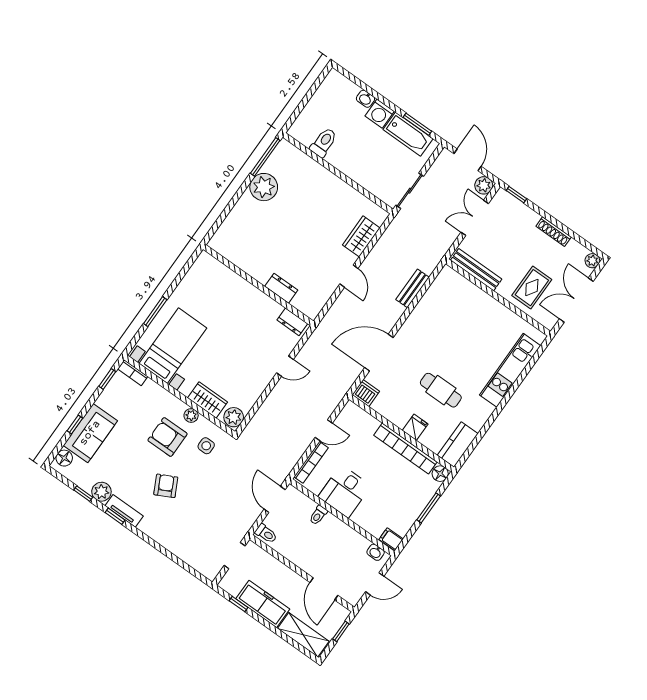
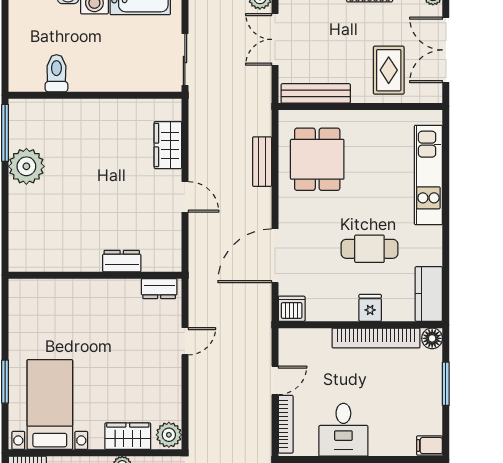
dining table: (448, 311) -> (317, 159), added

